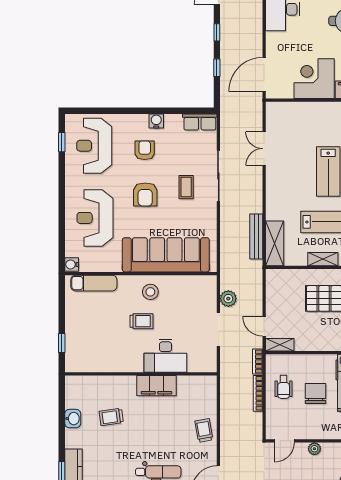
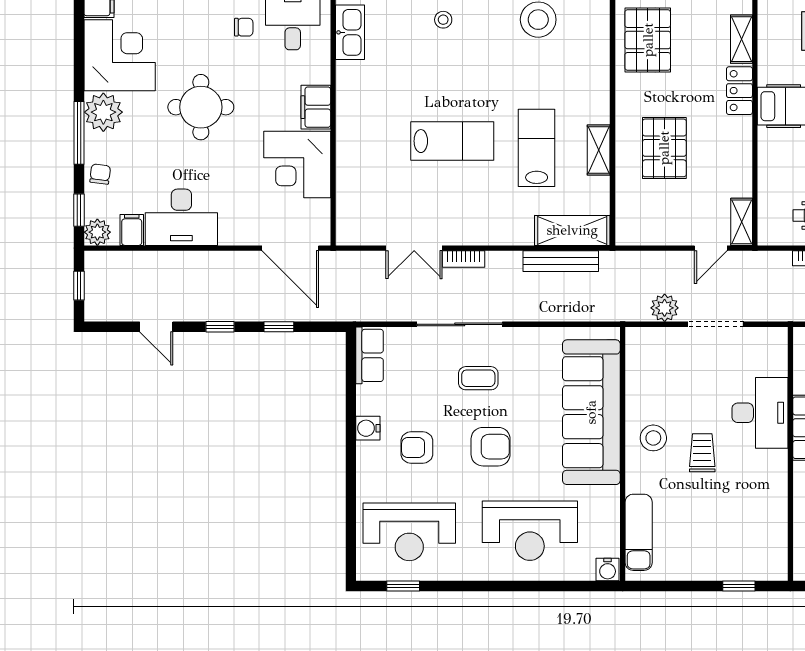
bookcase: (258, 362) -> (464, 259), moved

